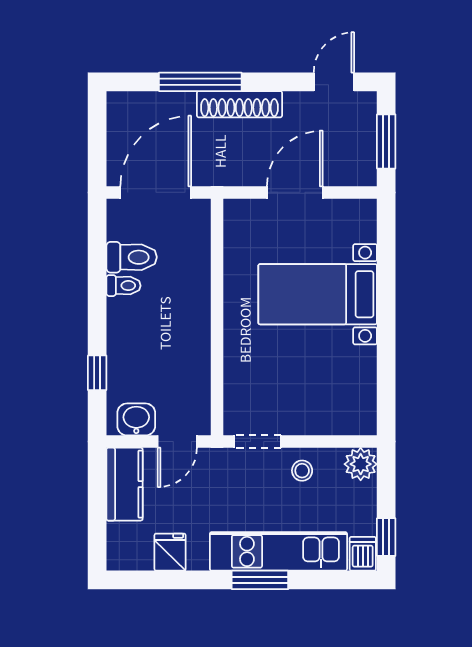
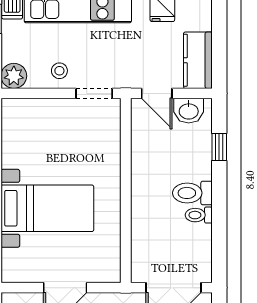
toilet: (132, 257) -> (192, 193), moved
door: (177, 442) -> (157, 93), swing flipped

